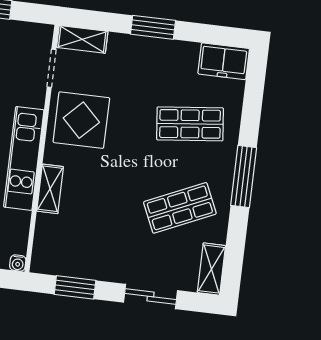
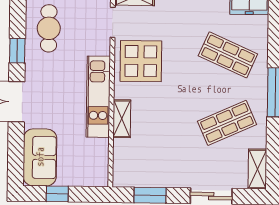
shop shelf: (190, 124) -> (228, 55), turned 30
water cooler: (18, 263) -> (102, 181), removed

